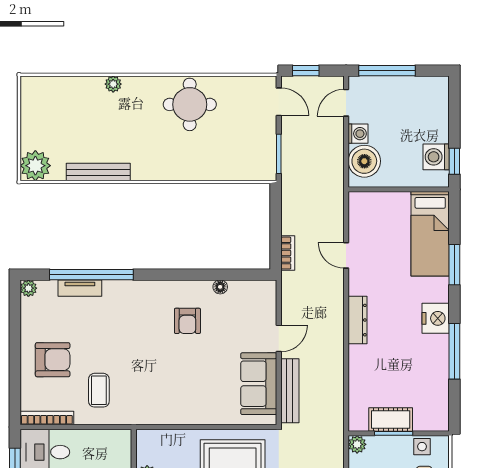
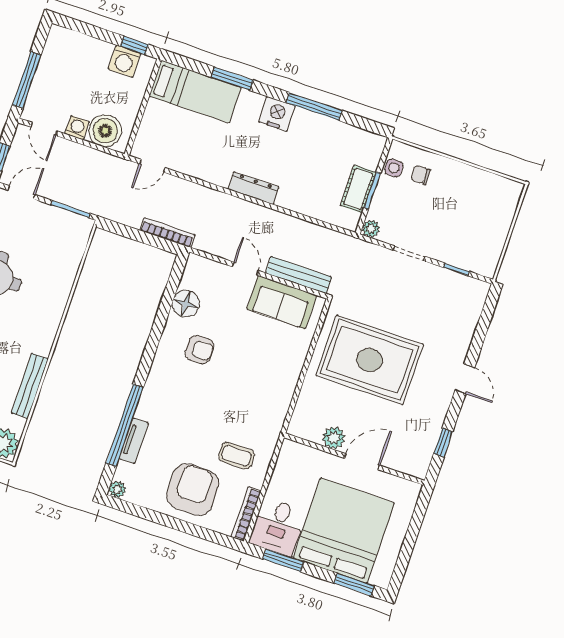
bookcase: (288, 253) -> (168, 233), width x1.56
door: (346, 255) -> (152, 166), moved
floor lamp: (220, 287) -> (186, 304), width x1.89, depth x1.89
armchair: (53, 360) -> (193, 490), width x1.36, depth x1.36

